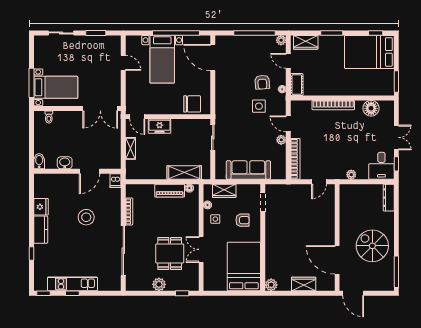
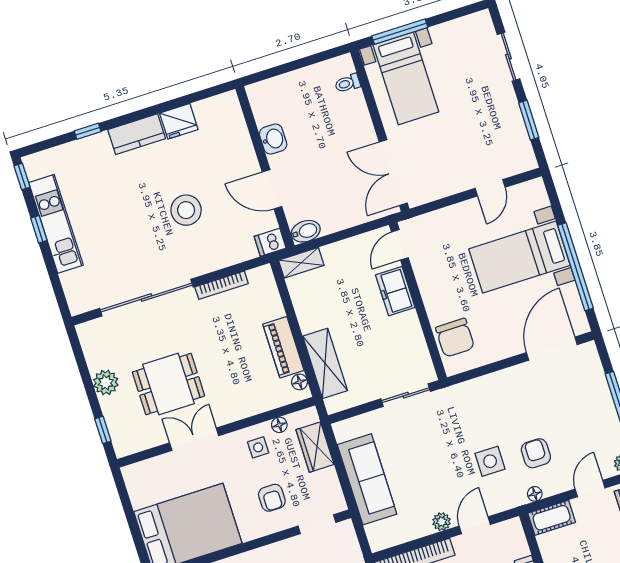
armchair: (262, 82) -> (536, 453), turned 94
shelving: (131, 148) -> (301, 263), moved
bidet: (39, 161) -> (306, 231), moved

